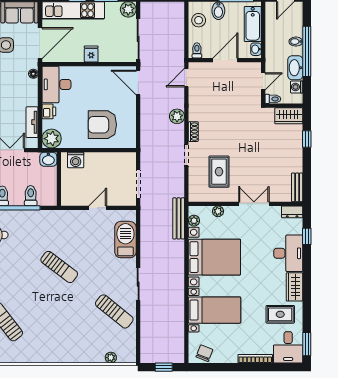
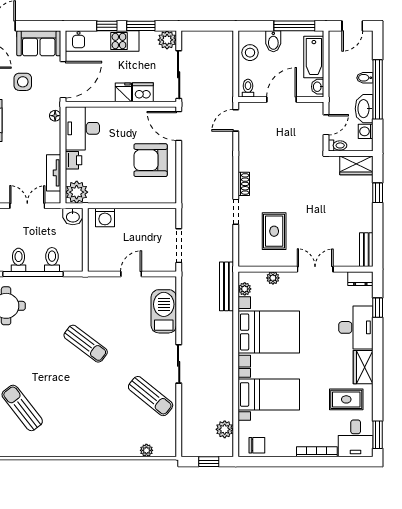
dishwasher: (108, 54) -> (143, 92), added
plant: (177, 116) -> (225, 429), moved
armchair: (102, 125) -> (151, 160), moved
chair: (204, 353) -> (257, 445), turned 69

